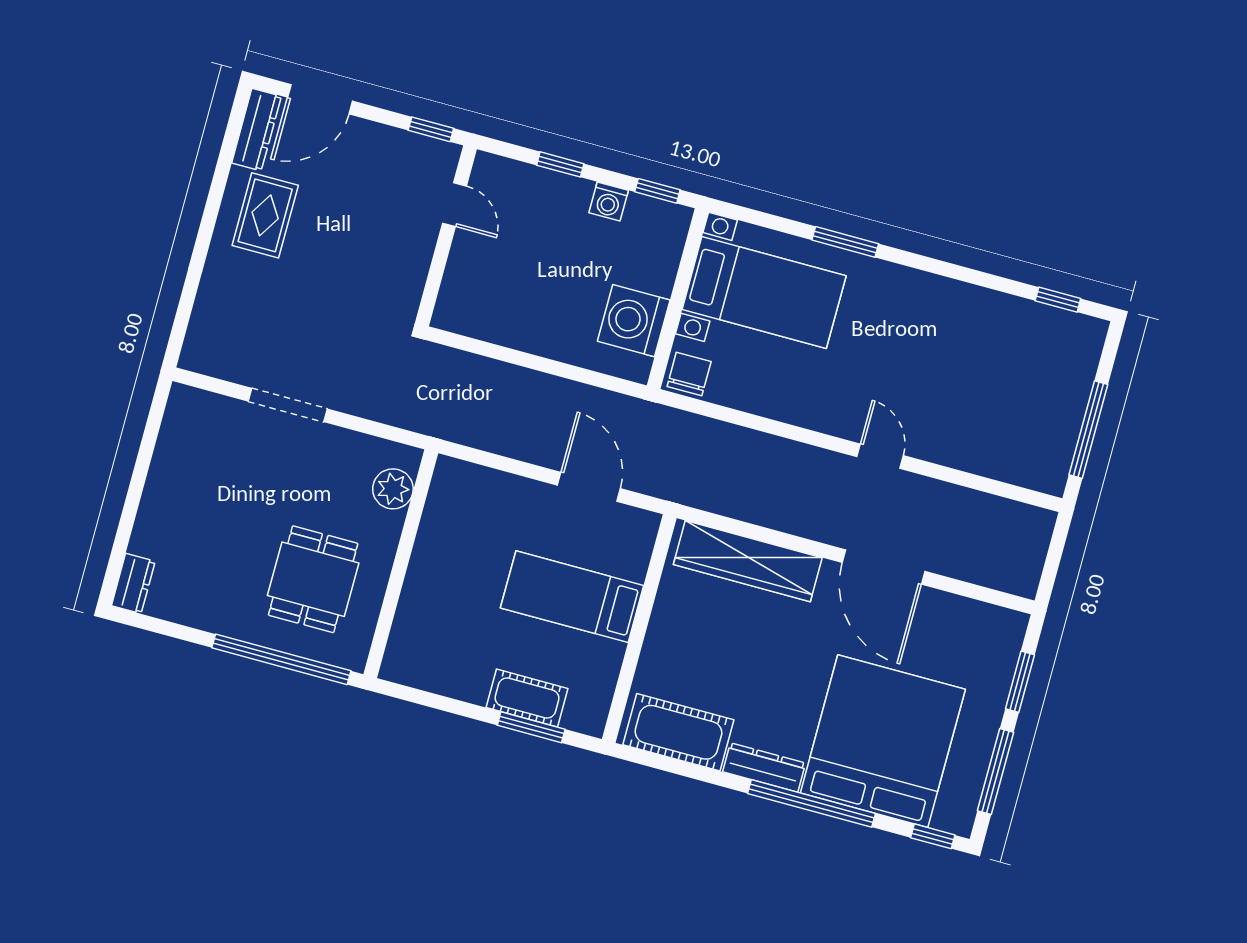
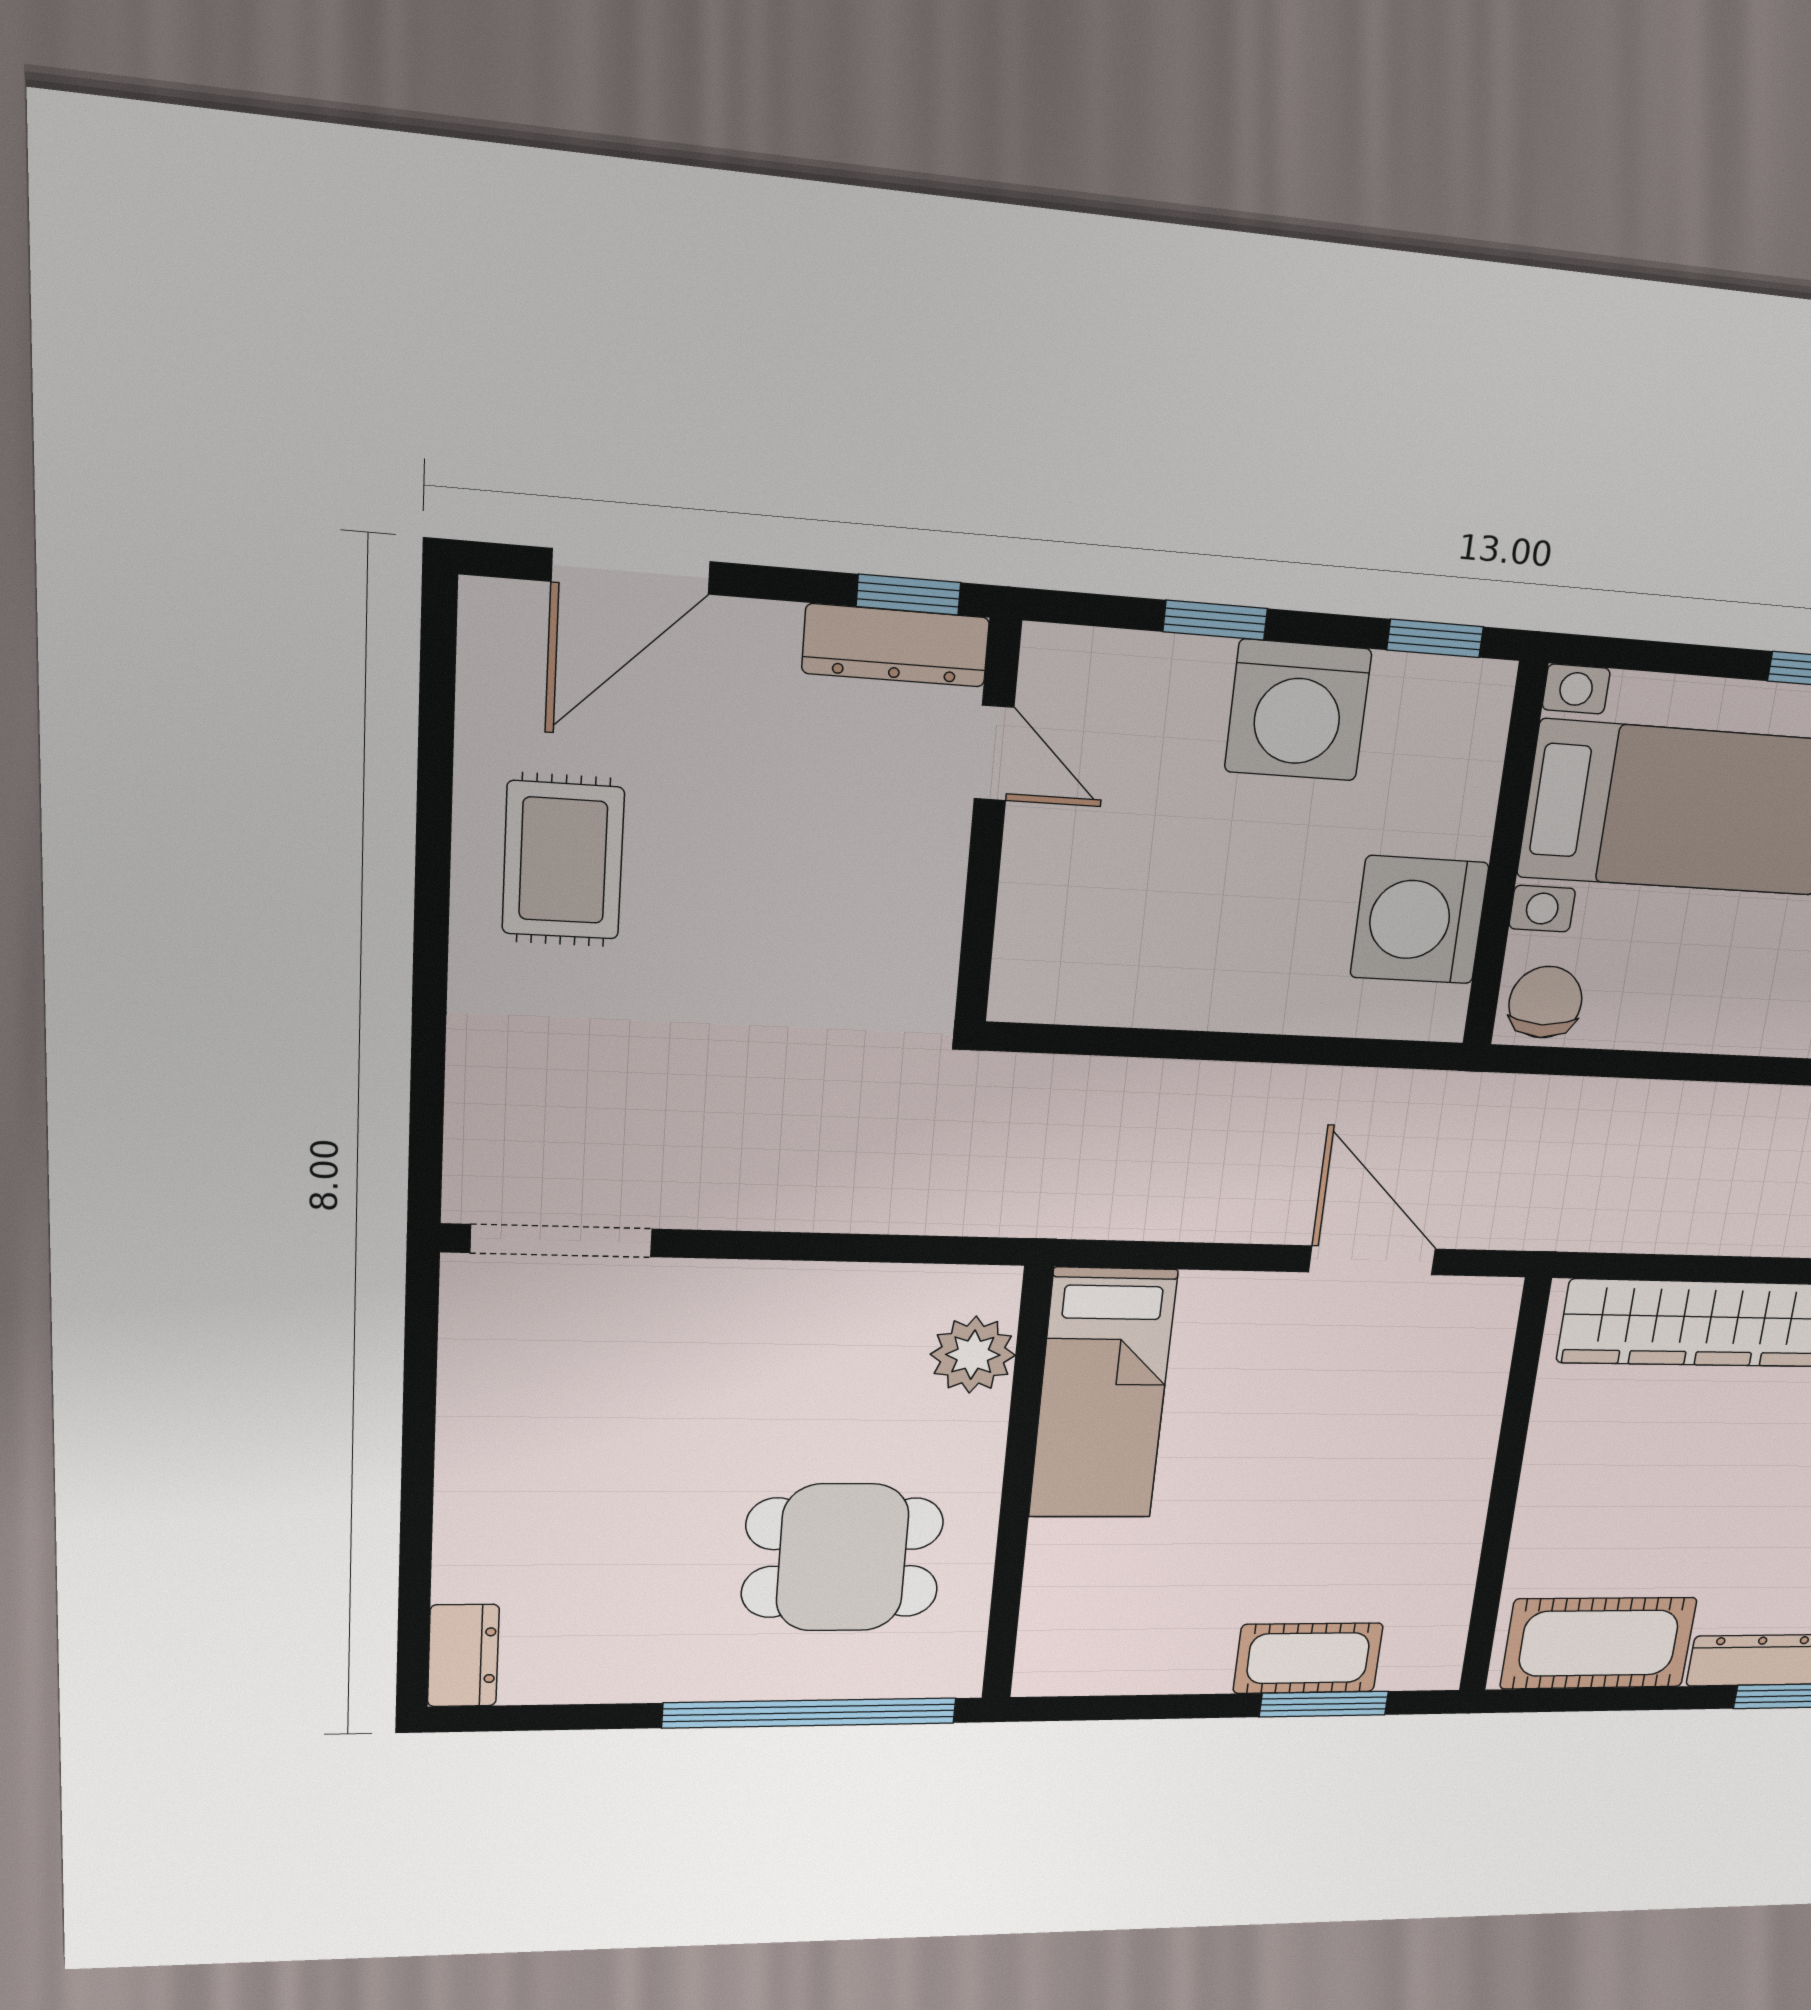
dresser: (256, 130) -> (896, 645), moved, turned 90
washing machine: (609, 202) -> (1298, 710), width x1.89, depth x1.89
doorway: (288, 405) -> (562, 1241), moved
dining table: (313, 579) -> (843, 1558), turned 90
bed: (572, 597) -> (1103, 1394), moved, turned -90

